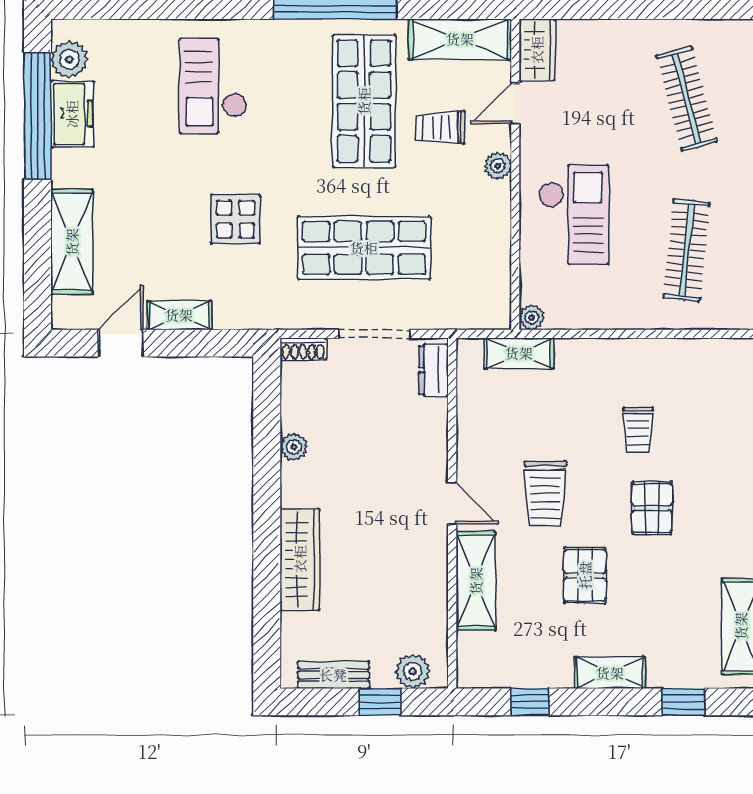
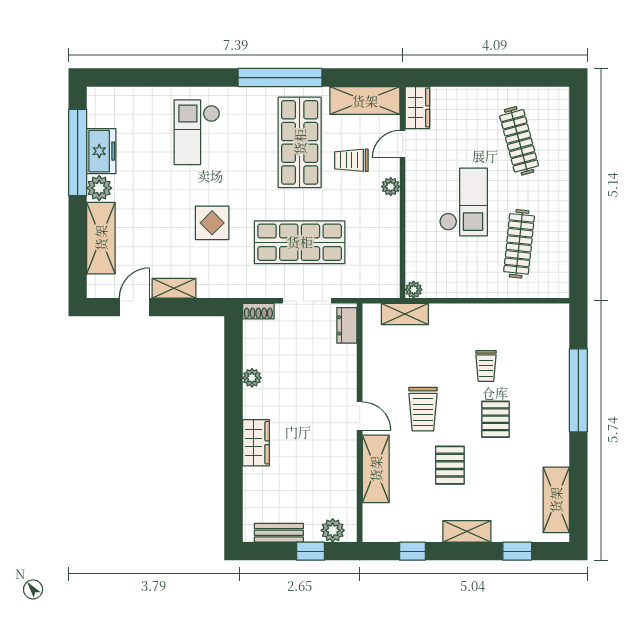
plant: (69, 59) -> (99, 188), moved
checkout: (574, 215) -> (463, 202), moved
wardrobe: (300, 559) -> (256, 443), width x0.67

